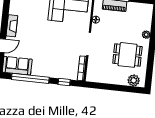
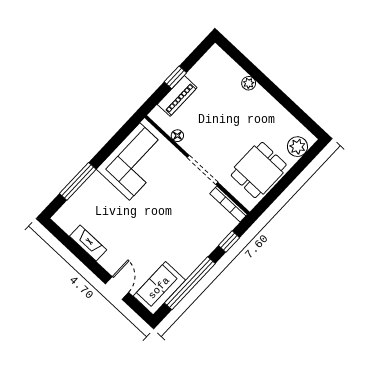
fireplace: (12, 26) -> (88, 243), moved
dining table: (127, 55) -> (259, 170), moved

